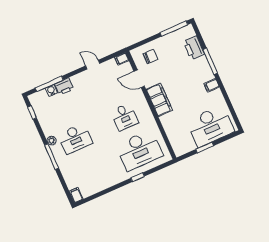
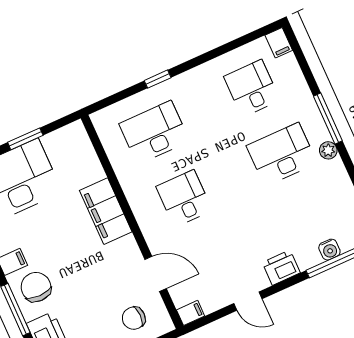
chair: (200, 73) -> (36, 287), added
printer: (64, 87) -> (281, 268), moved
filing cabinet: (159, 100) -> (106, 211), moved
desk: (139, 150) -> (154, 132), width x0.73, depth x0.77
desk: (90, 172) -> (252, 88), added

